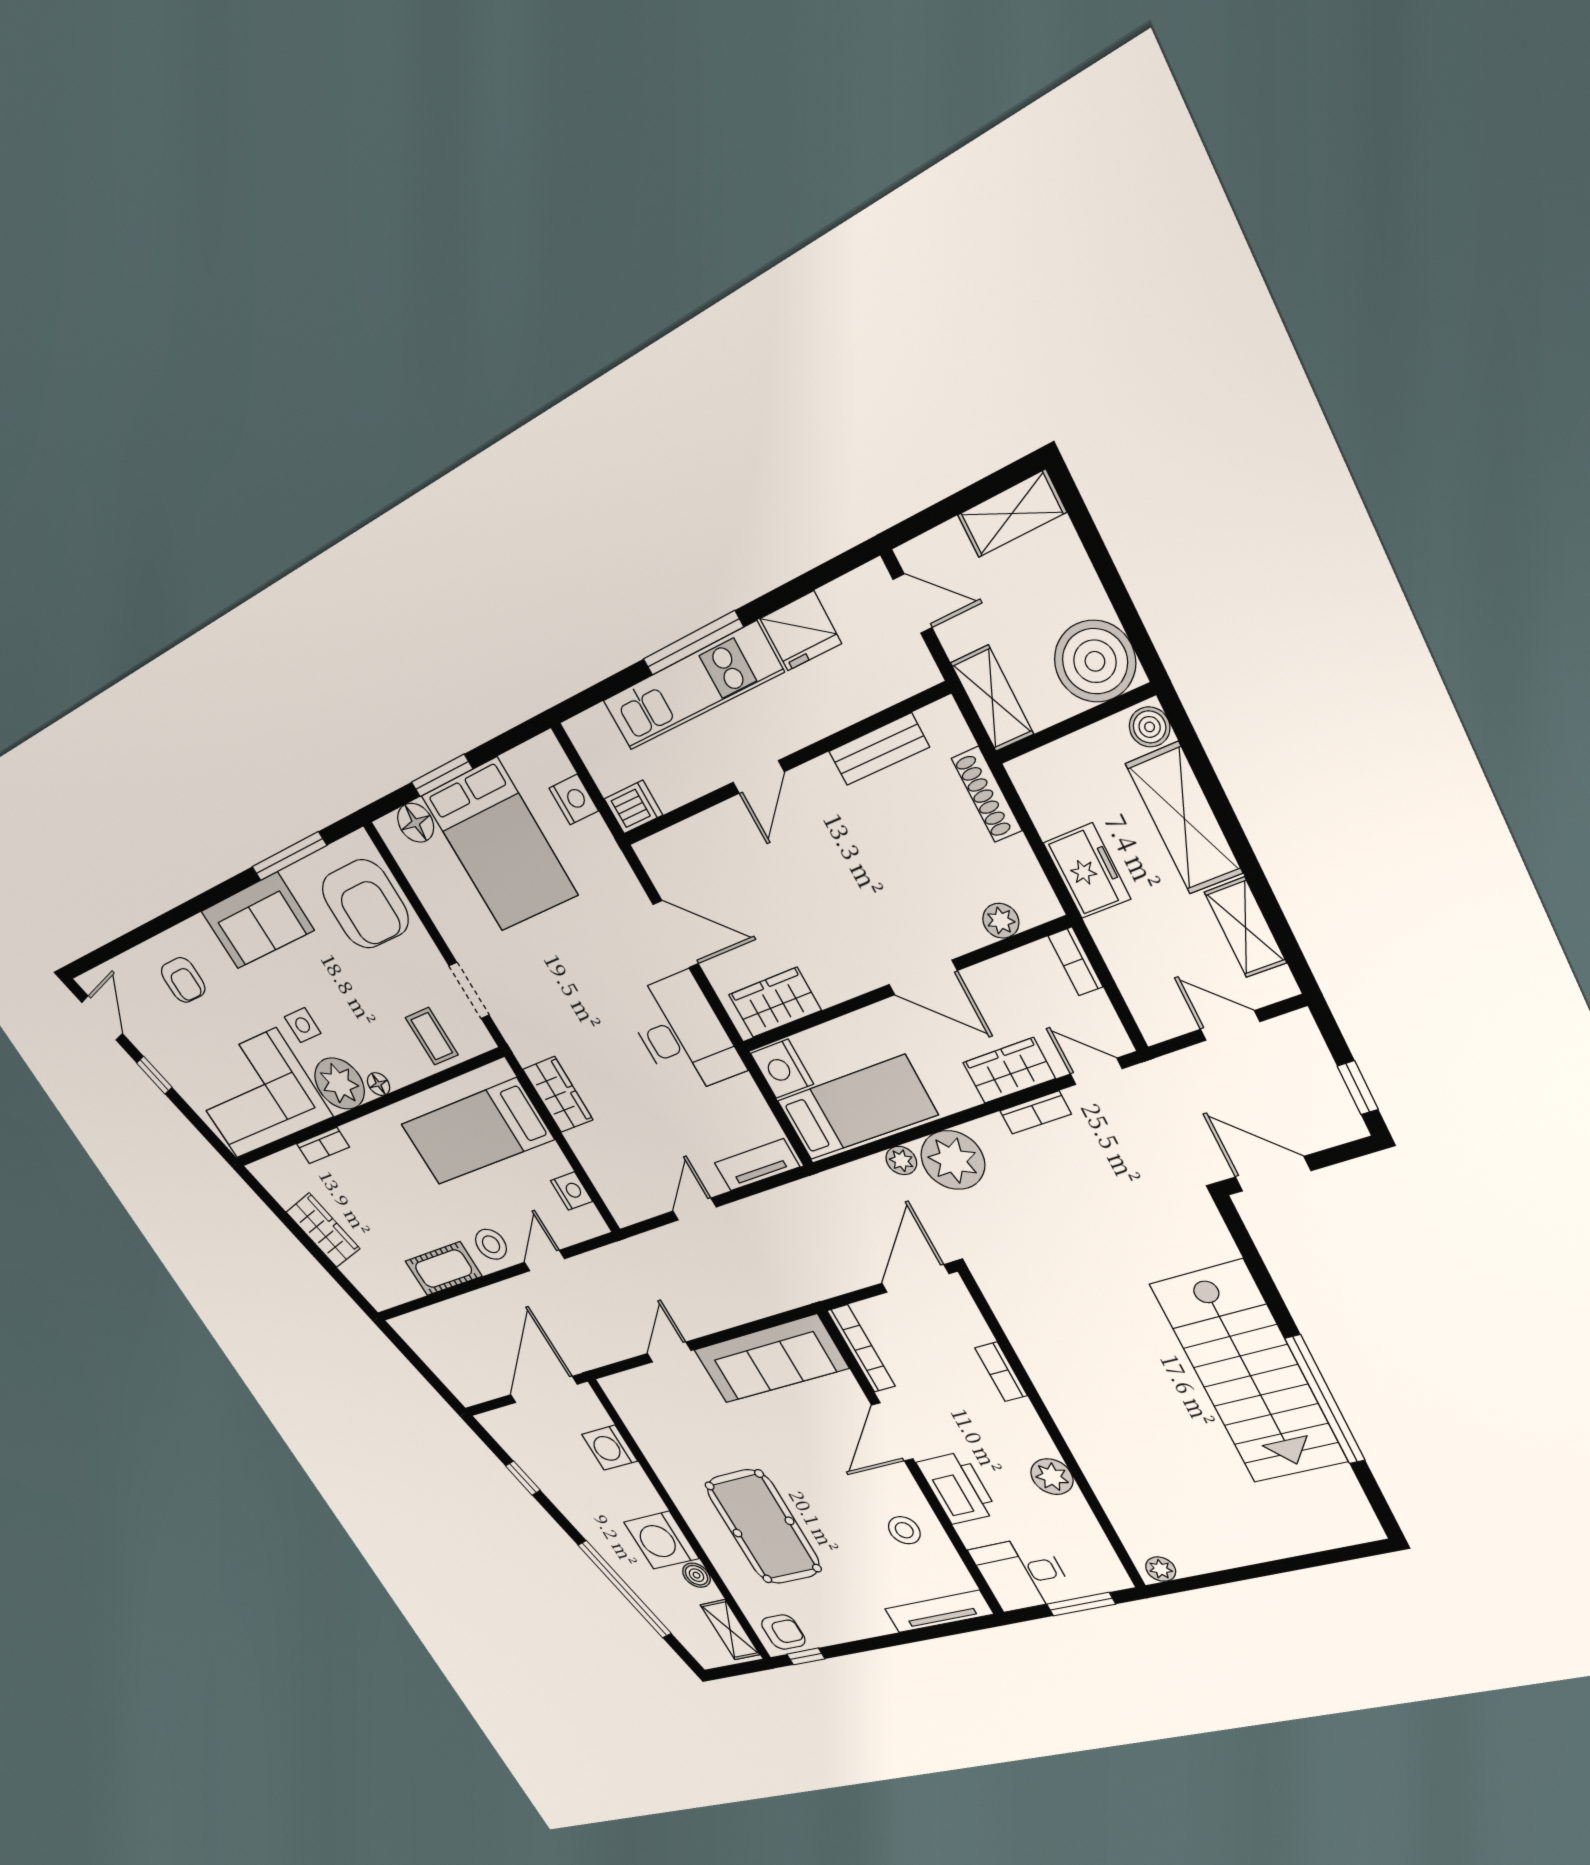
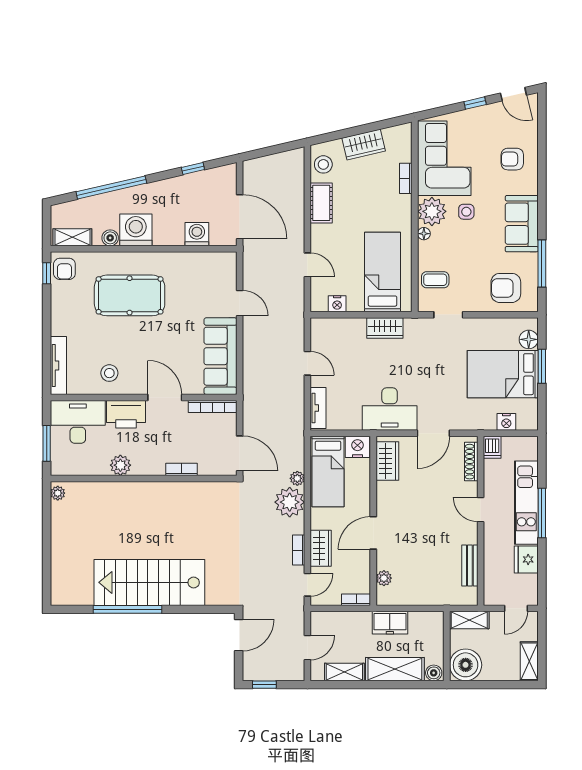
shoe rack: (987, 795) -> (471, 462), moved, turned -90
armchair: (365, 904) -> (506, 288), width x0.73, depth x0.73
stool: (491, 1244) -> (323, 164), moved
desk: (1022, 1574) -> (78, 422), width x1.37

